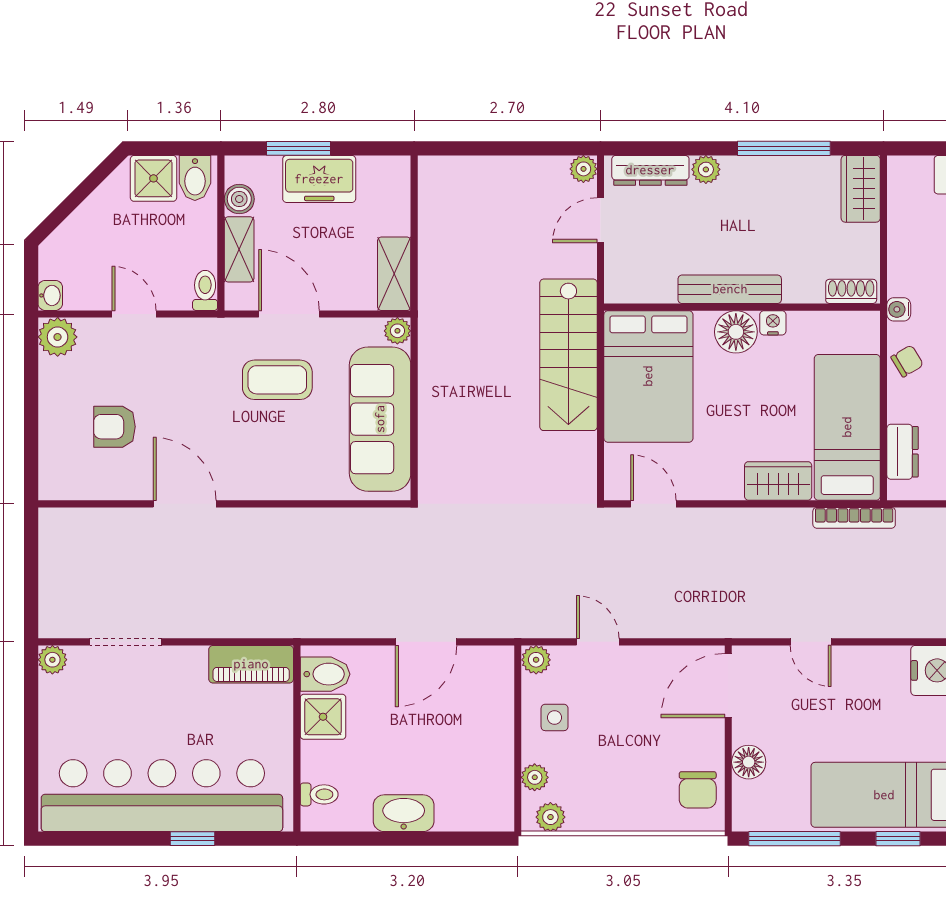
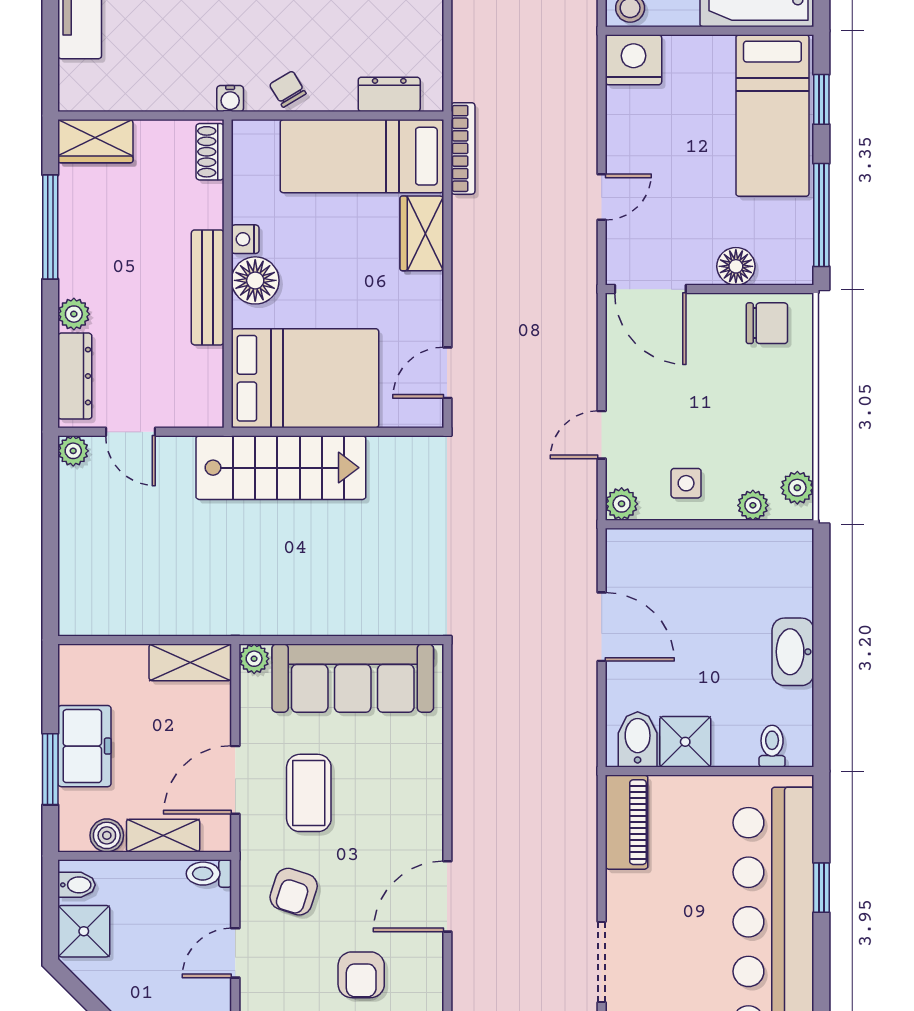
bidet: (195, 178) -> (77, 885), width x0.72, depth x0.74
armchair: (189, 366) -> (294, 892), added

